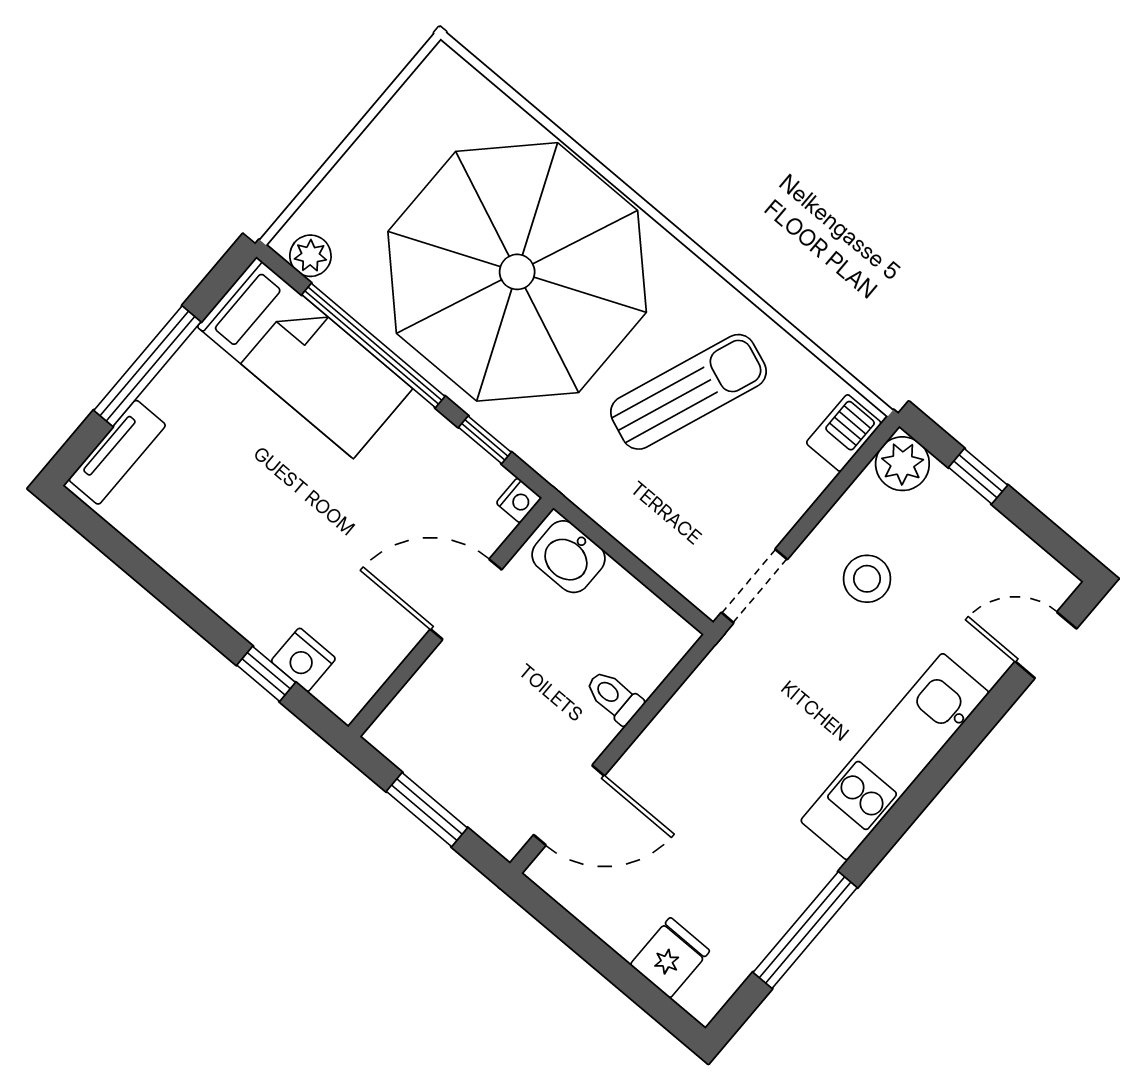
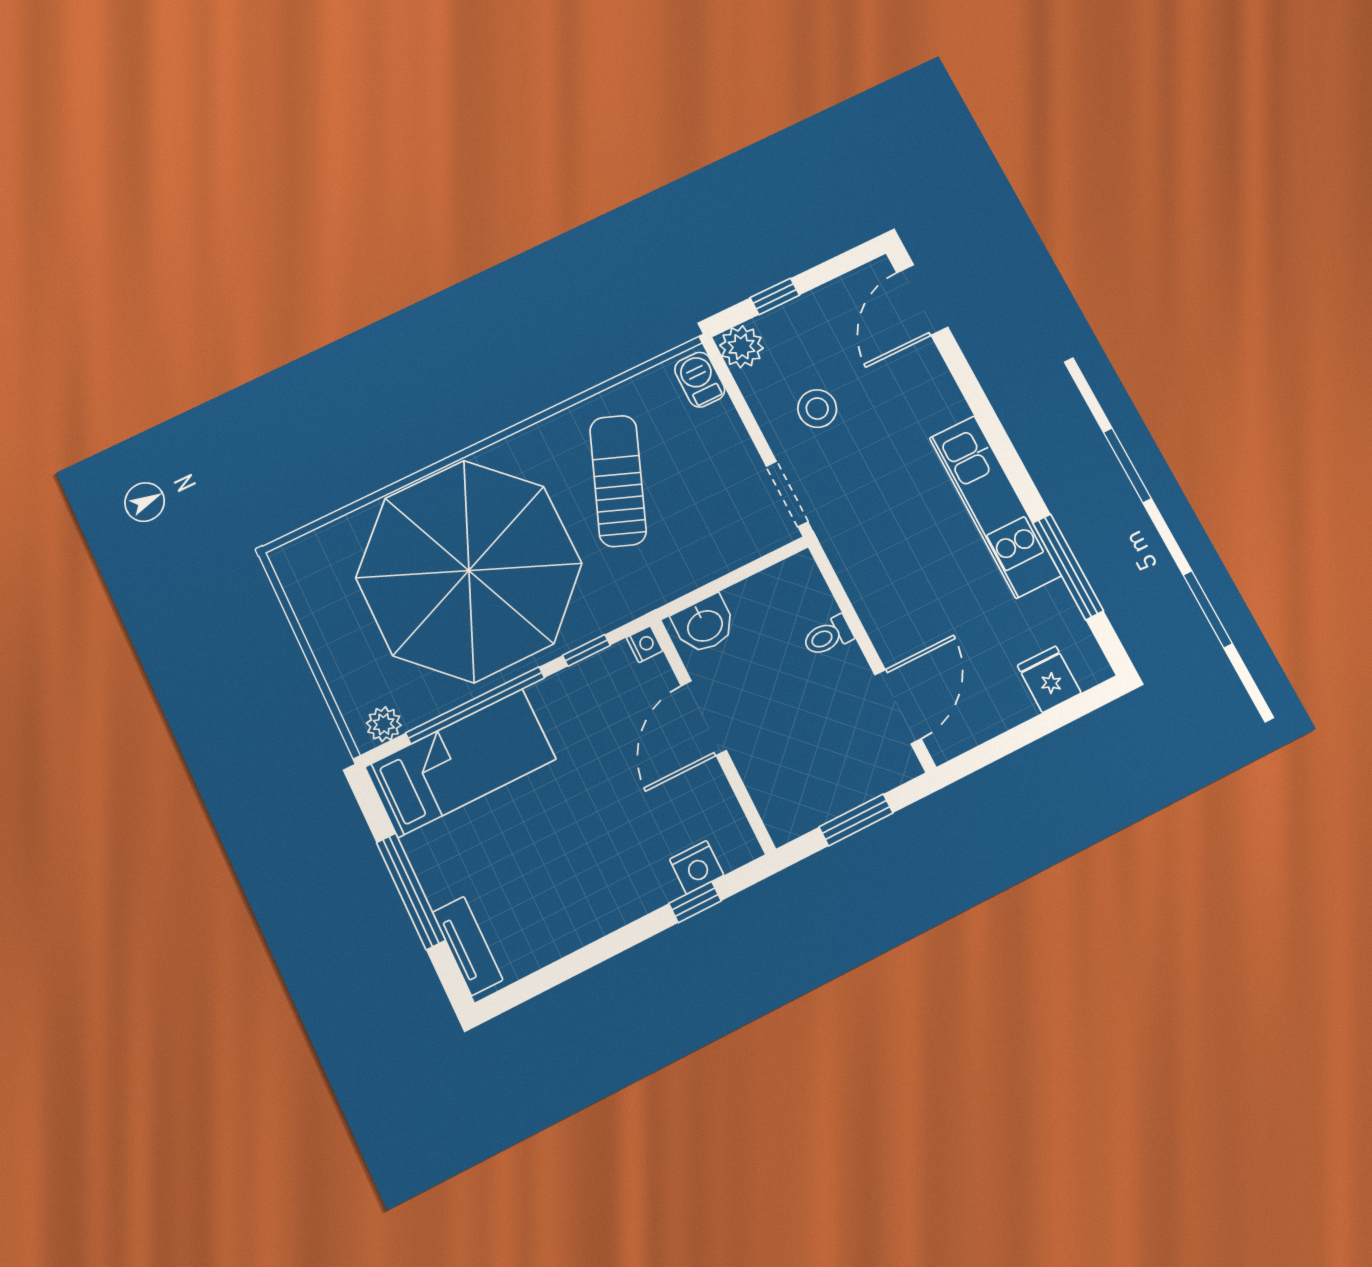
door: (1046, 645) -> (922, 300), width x1.38
kitchen unit: (895, 757) -> (995, 507), moved

